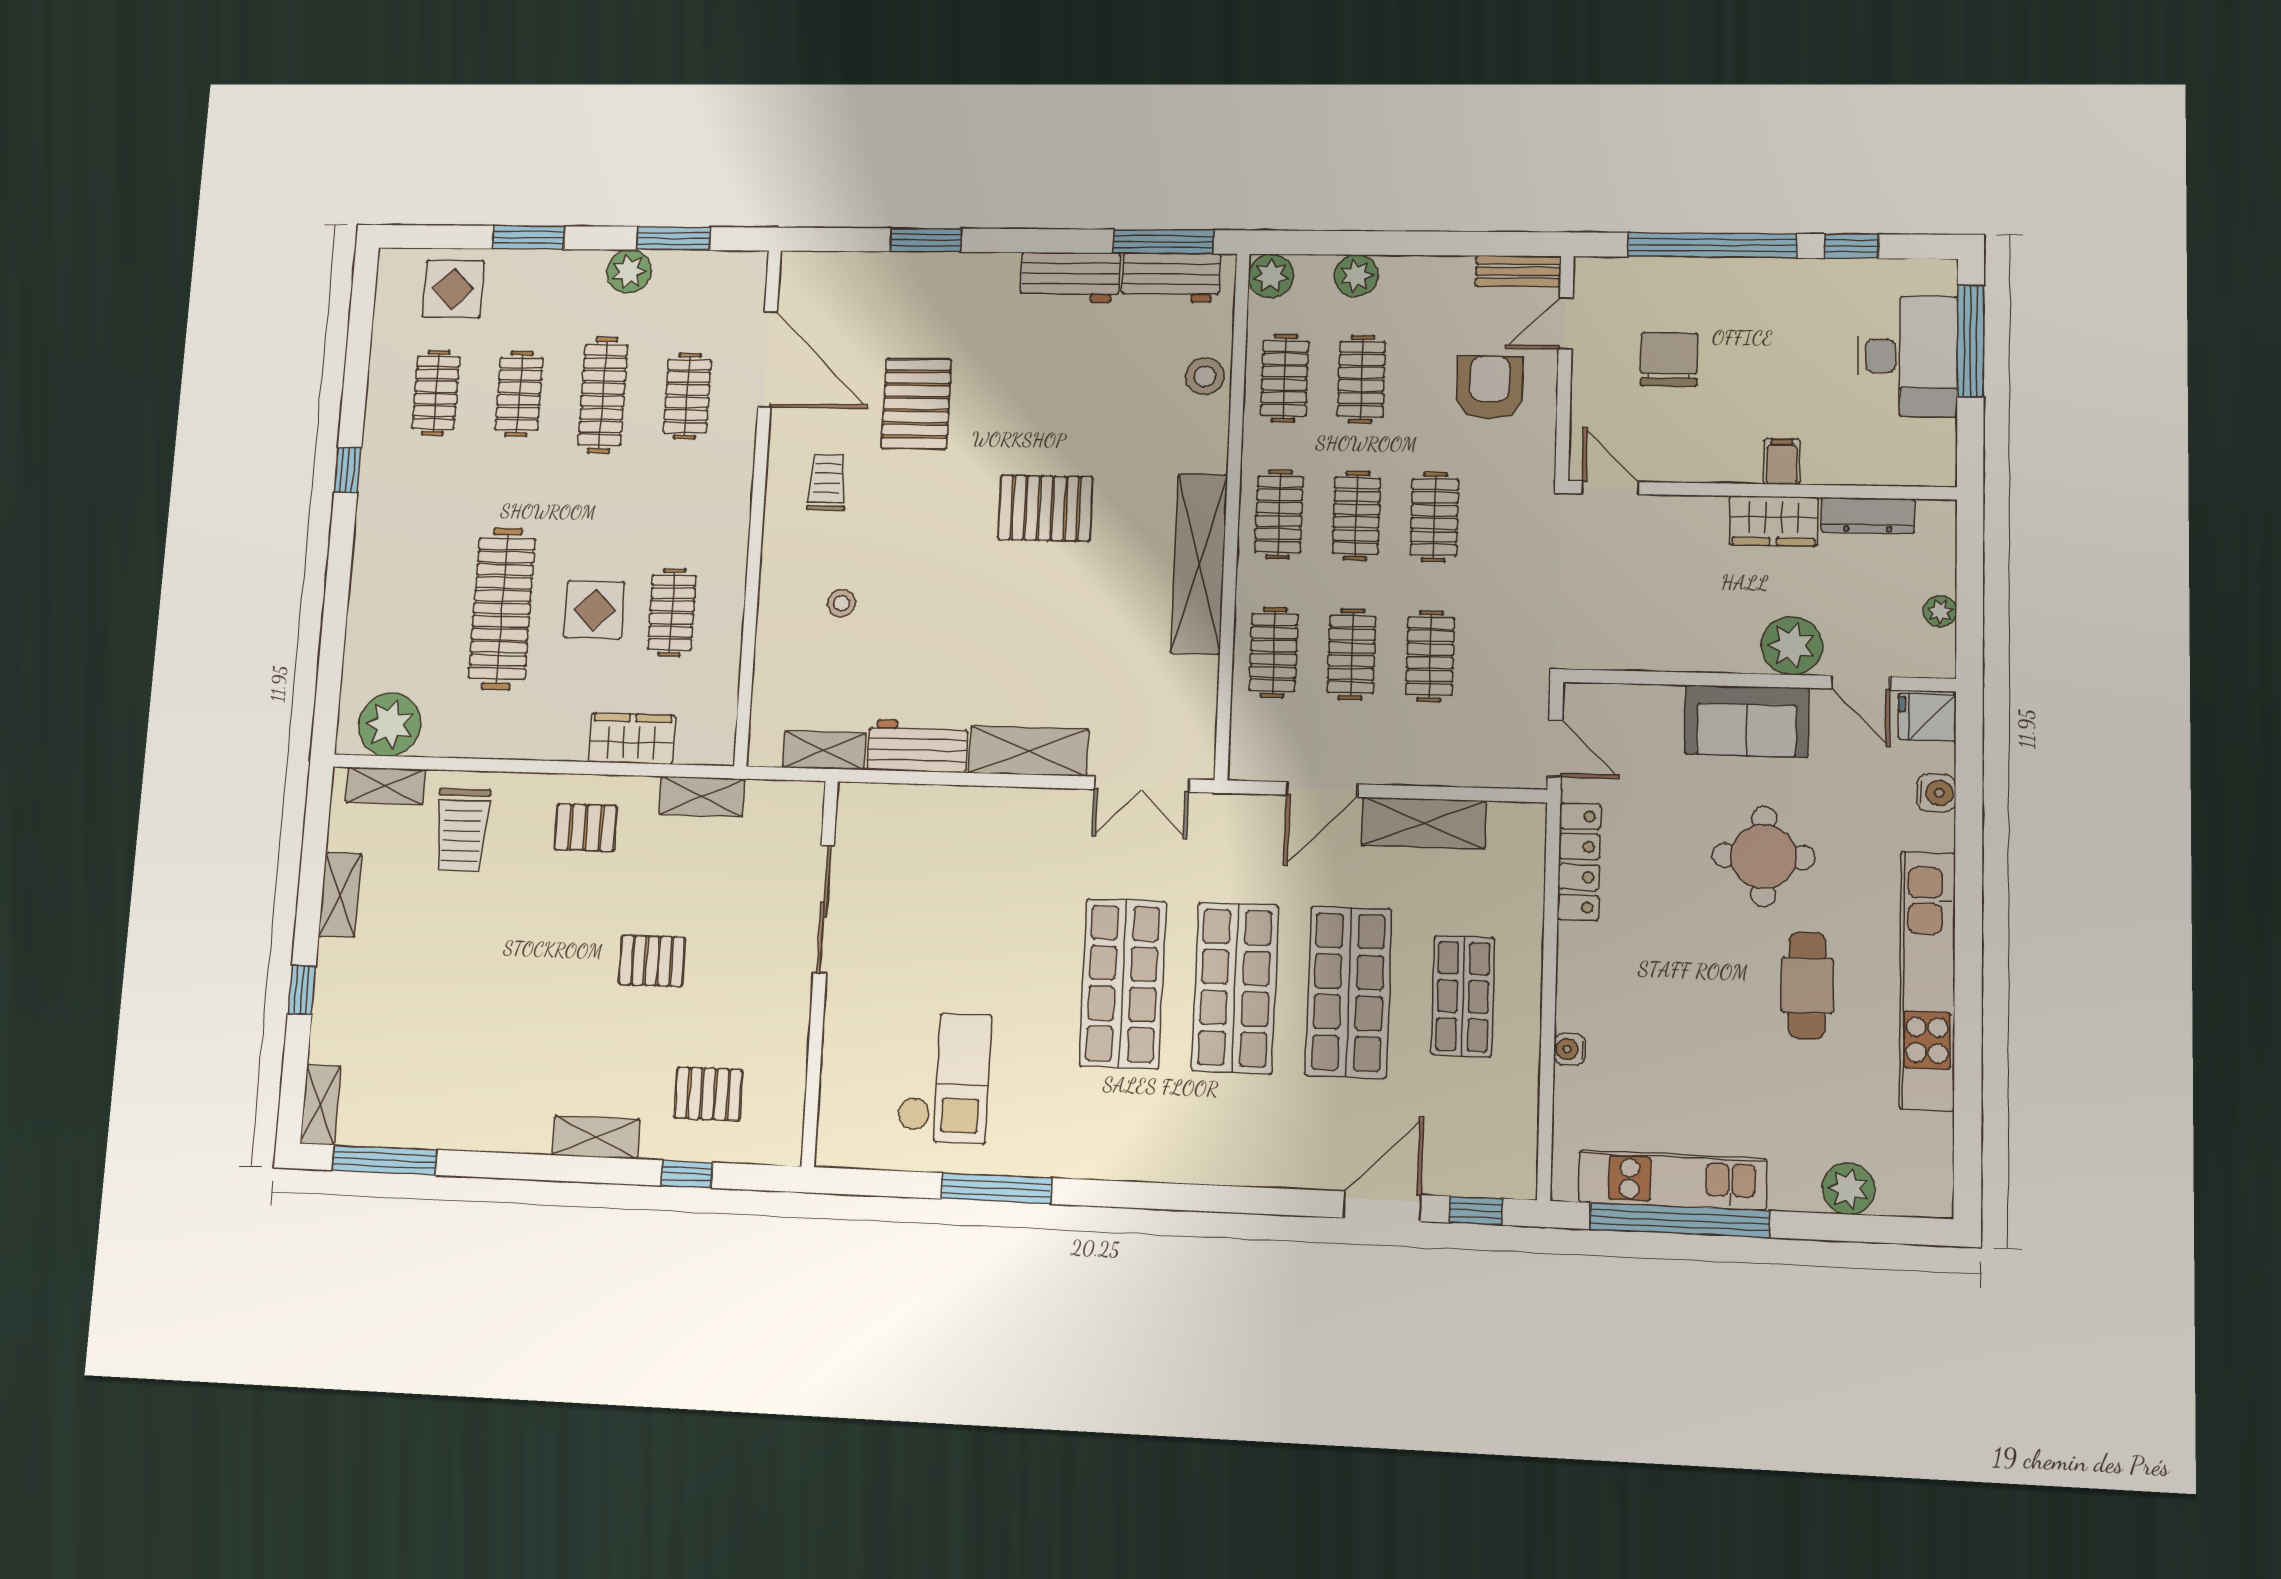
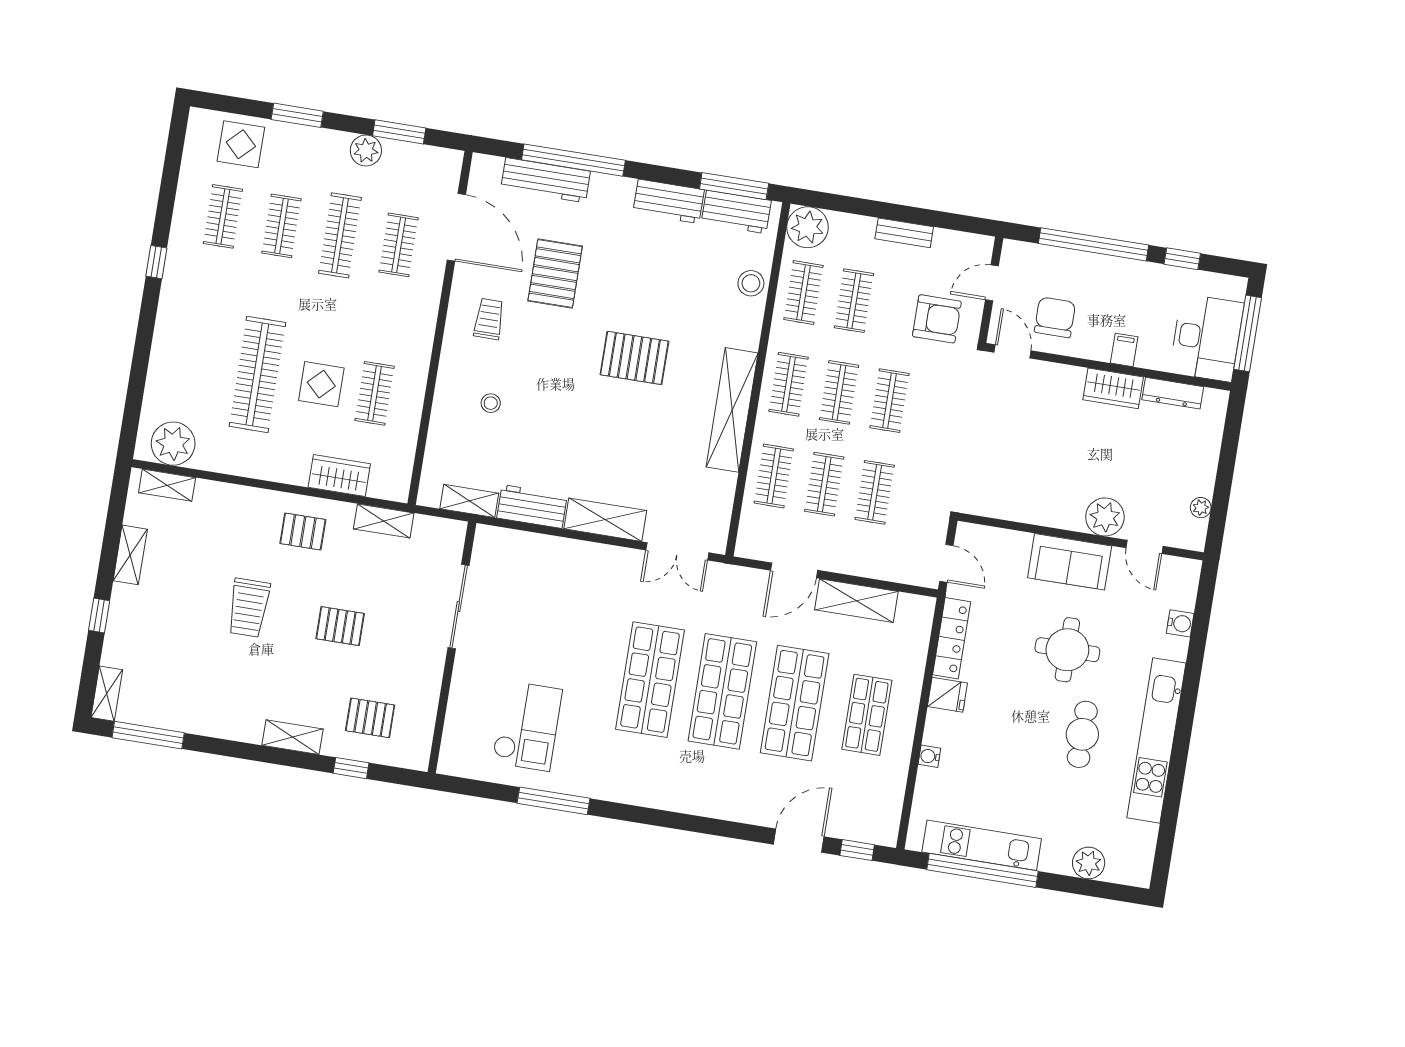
window: (926, 240) -> (573, 160), width x2.11
bench: (1518, 271) -> (904, 233), moved
workbench: (889, 274) -> (546, 180), added
plant: (1271, 276) -> (808, 227), width x1.36, depth x1.36
plant: (1356, 276) -> (859, 229), removed
armchair: (1490, 388) -> (937, 319), turned 90
filing cabinet: (1782, 461) -> (1124, 350), moved
door: (1610, 488) -> (1013, 351), moved
wall: (1761, 490) -> (1108, 367), moved
dresser: (1868, 515) -> (1173, 393), moved
wardrobe: (1774, 521) -> (1113, 388), moved
fridge: (1927, 717) -> (947, 695), moved, turned 180
trolley: (462, 830) -> (249, 608), moved

